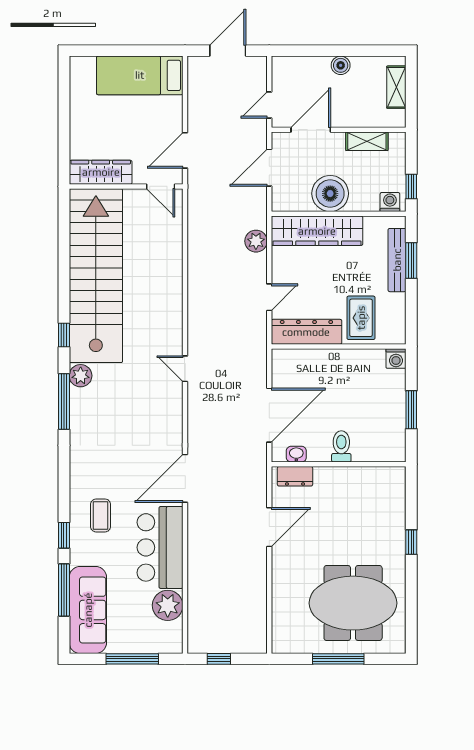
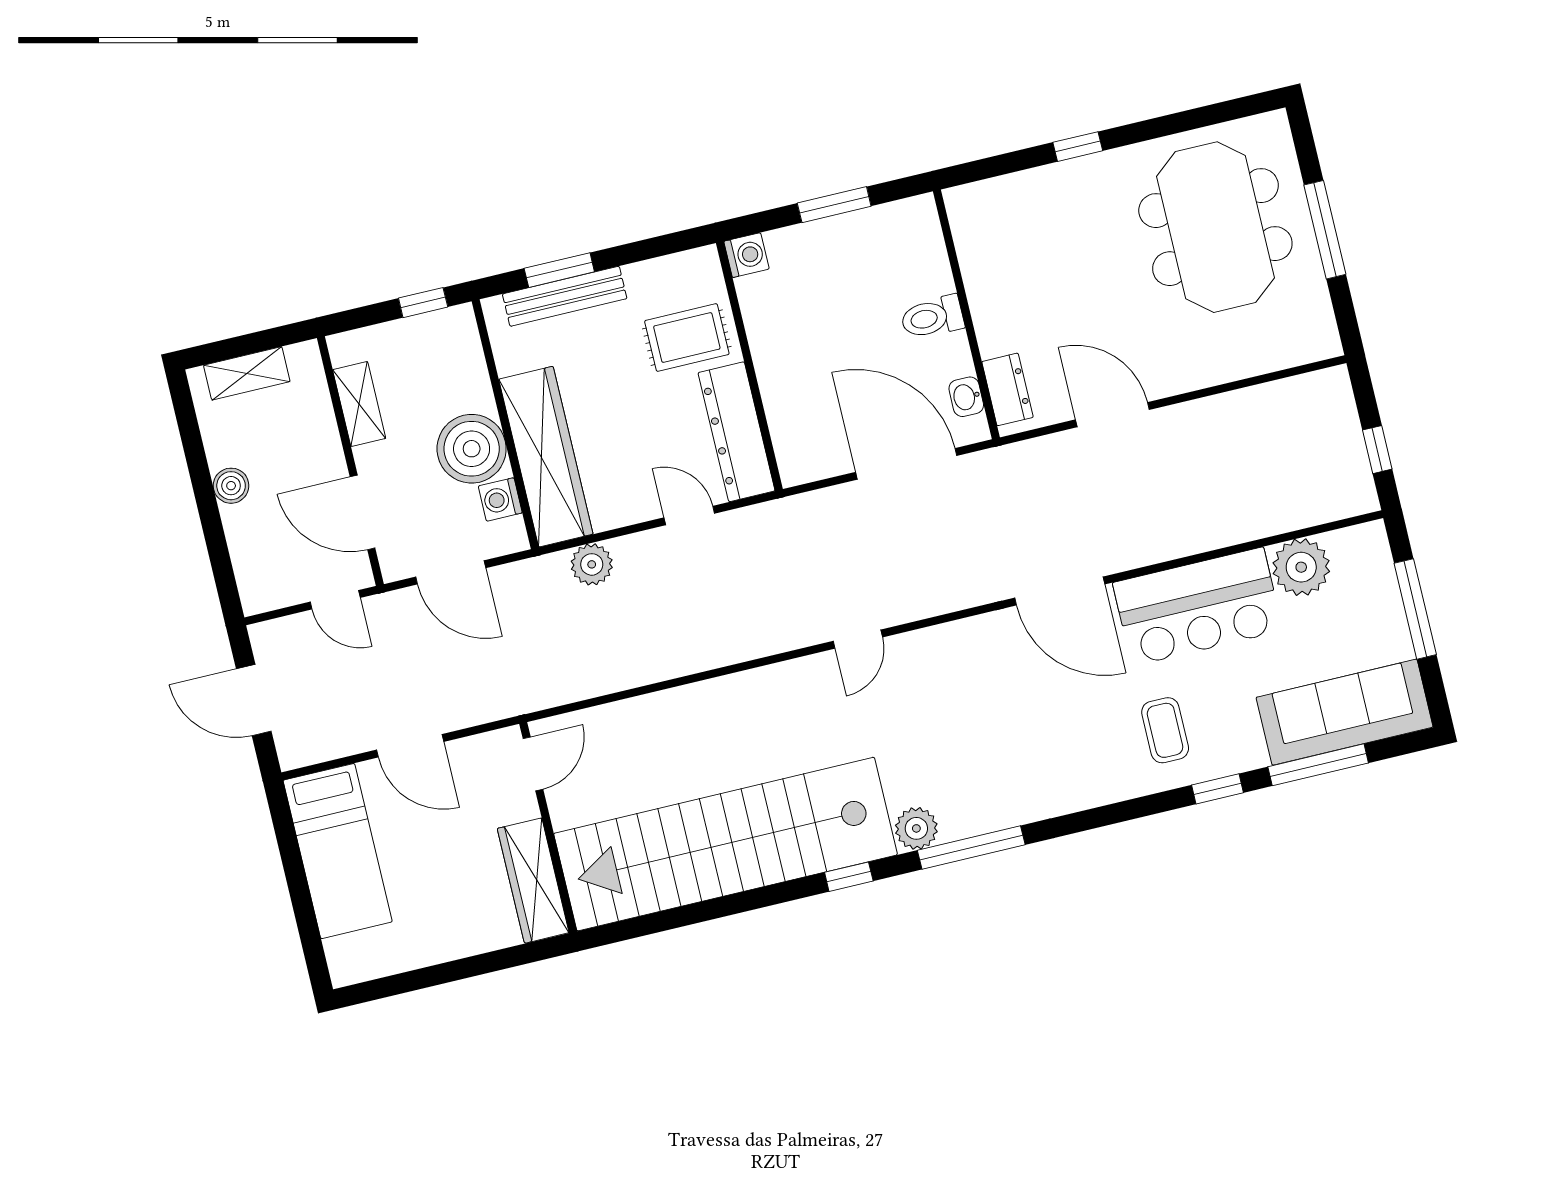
door: (185, 150) -> (410, 746), moved
washing machine: (390, 202) -> (500, 499), moved
coffee table: (101, 515) -> (1165, 730), turned 90

